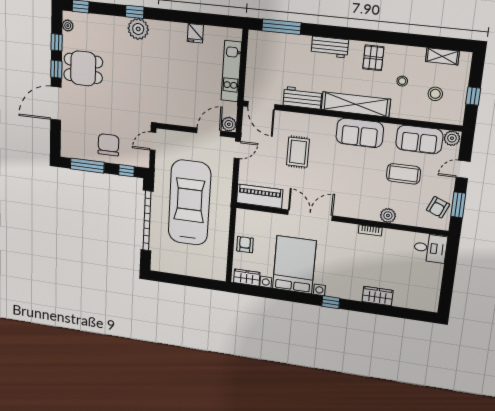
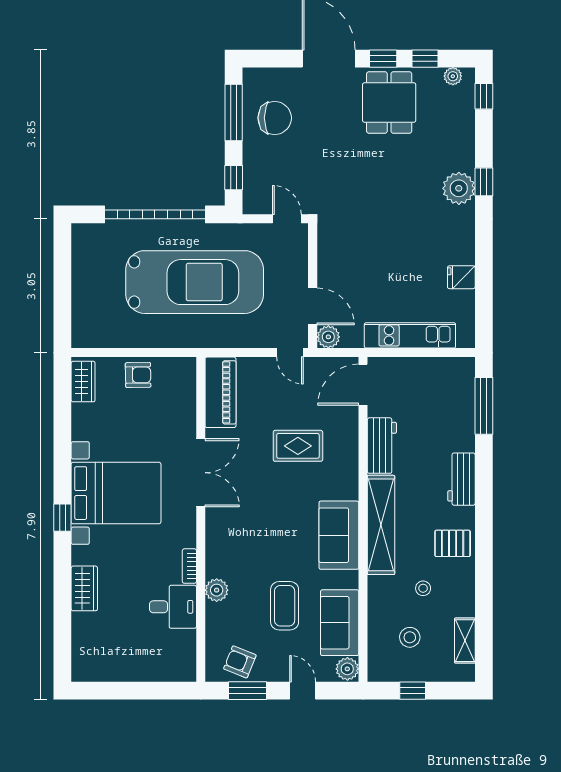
chair: (108, 145) -> (275, 118), moved
desk: (430, 248) -> (173, 607), moved, turned -90
bed with nightstands: (294, 265) -> (116, 493), moved

